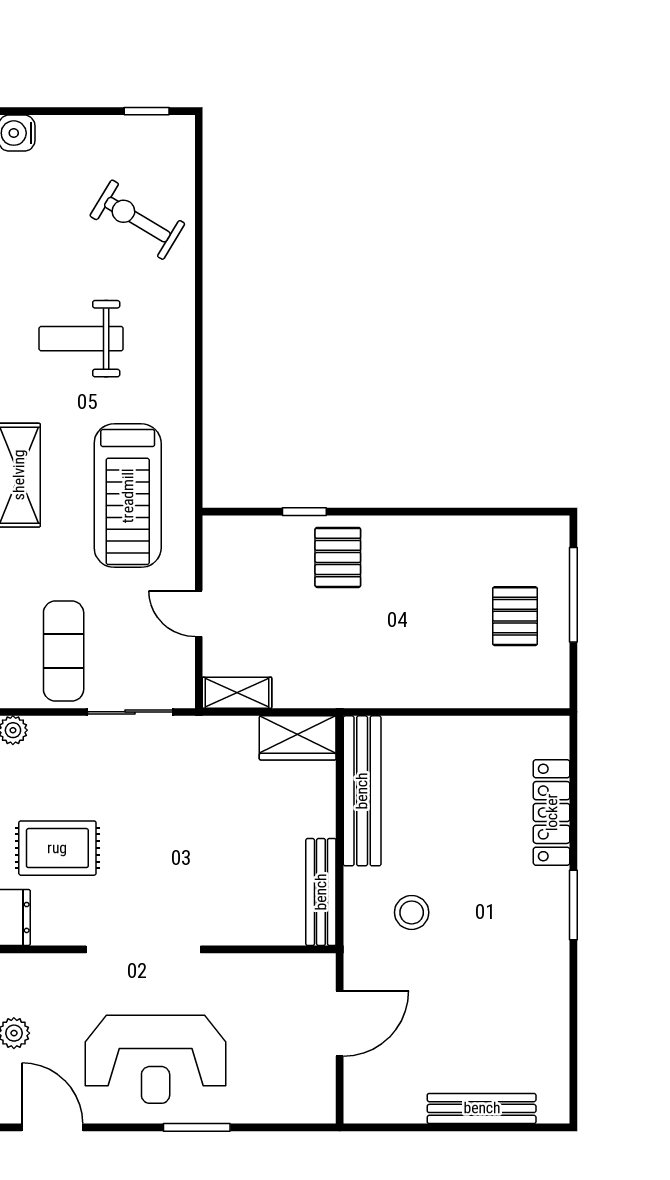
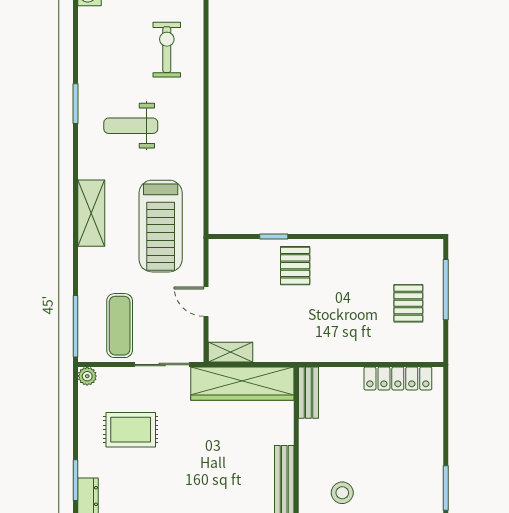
exercise bike: (137, 220) -> (167, 50), turned 59
wardrobe: (298, 738) -> (242, 384), width x2.10, depth x1.17
bench: (362, 791) -> (308, 393), width x0.54, depth x0.82
locker: (552, 812) -> (398, 378), moved, turned -90
rug: (57, 848) -> (131, 430), moved

